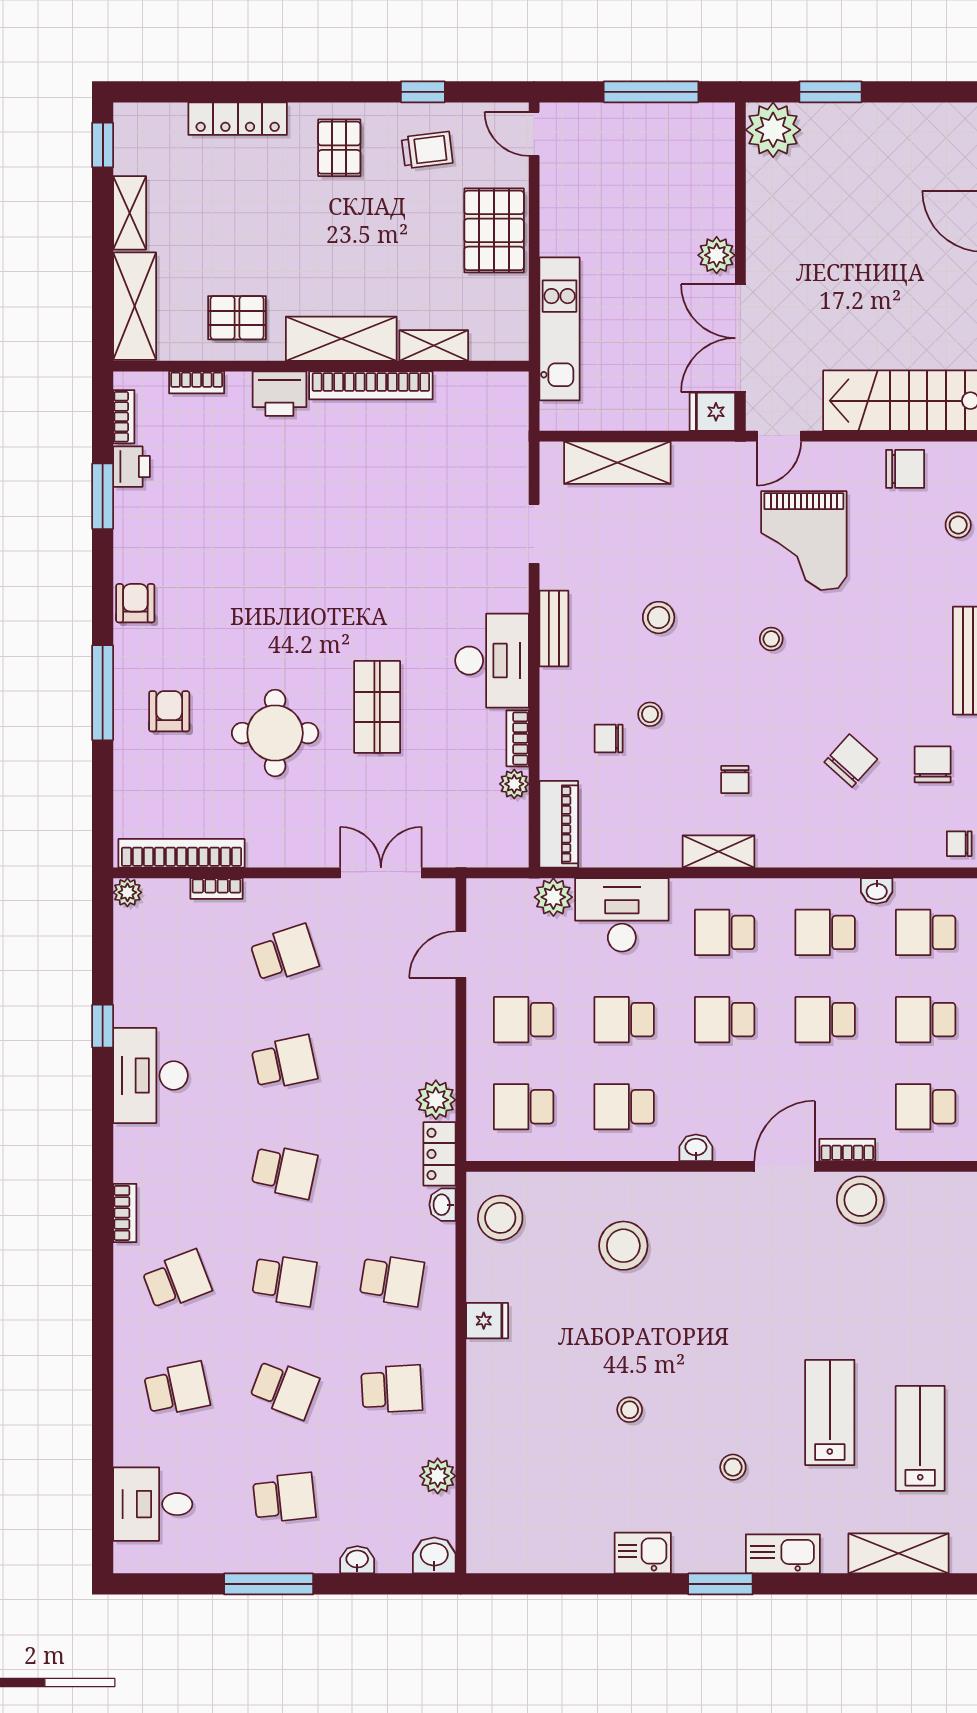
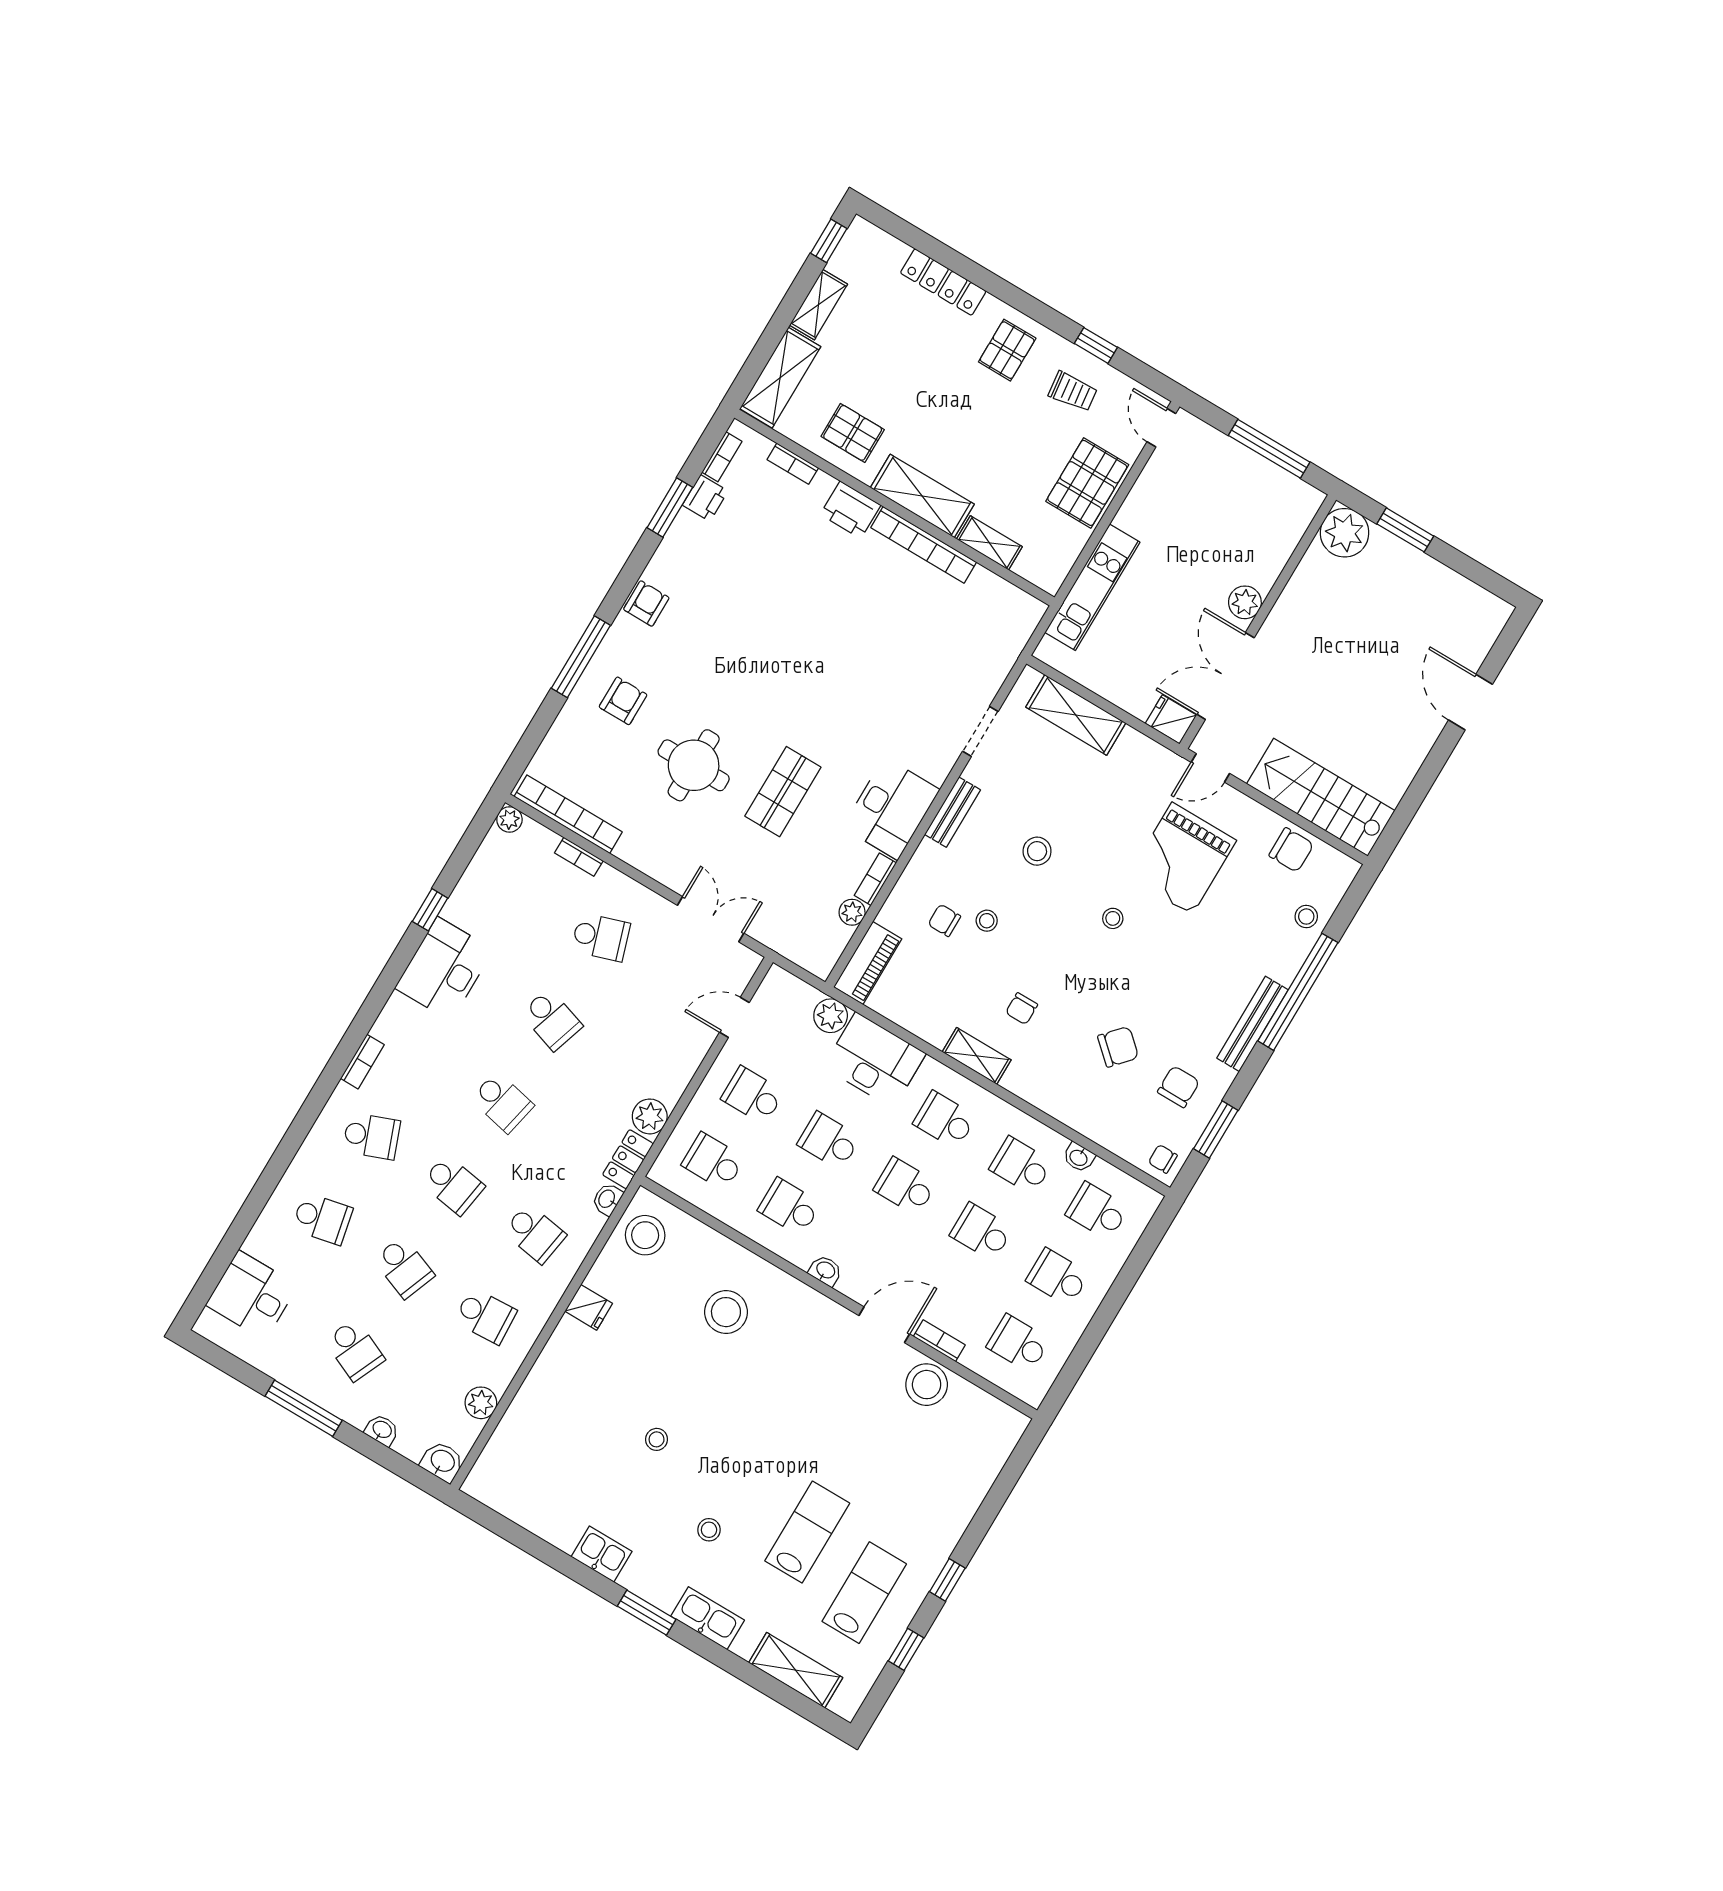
school desk: (284, 1063) -> (551, 1020), turned 30
school desk: (284, 1498) -> (355, 1350), turned 30

